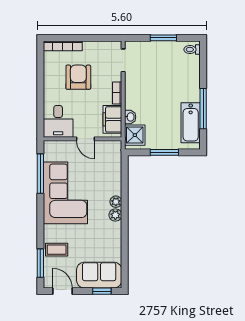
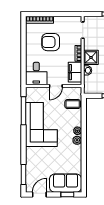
armchair: (78, 77) -> (51, 42), turned -90
shower: (135, 135) -> (91, 57), moved
door: (85, 139) -> (56, 86), hinge flipped
coffee table: (57, 250) -> (73, 104), moved
door: (63, 291) -> (39, 194), hinge flipped

